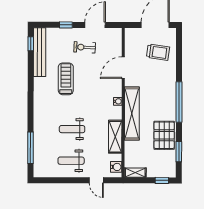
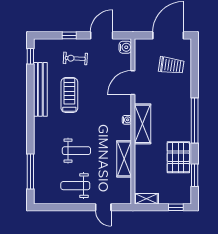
exercise bike: (85, 47) -> (75, 58), moved
bench: (40, 52) -> (40, 89), moved
shelving: (132, 113) -> (143, 124), width x0.68
weight bench: (72, 129) -> (76, 151), turned 180
water cooler: (116, 167) -> (125, 47), moved

